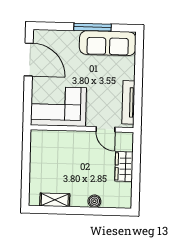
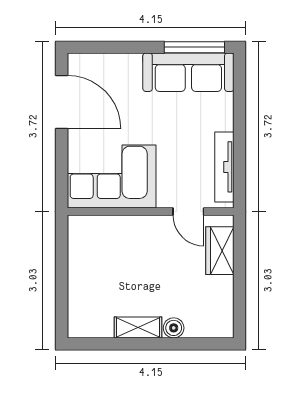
window: (93, 27) -> (194, 47), moved
wardrobe: (124, 166) -> (220, 251), moved
shelving: (55, 200) -> (138, 327), moved

